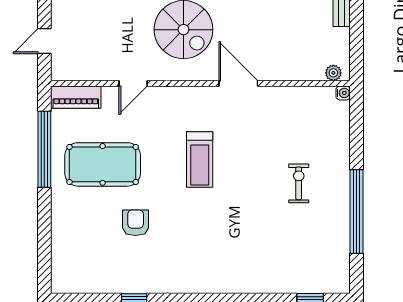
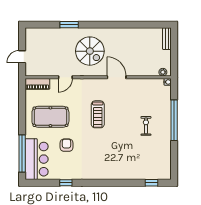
window: (44, 149) -> (22, 154), moved
window: (357, 211) -> (174, 120), moved
bar counter: (74, 251) -> (37, 159), added

